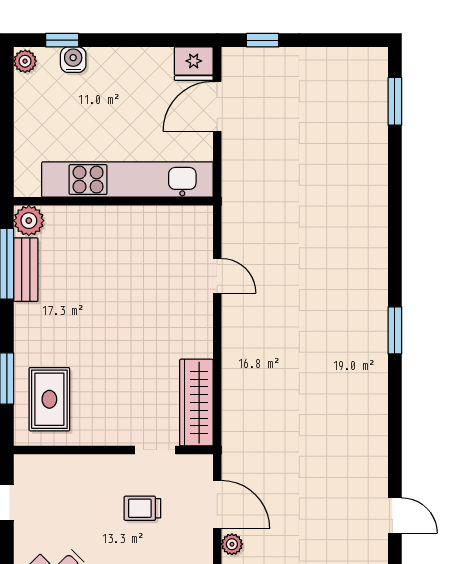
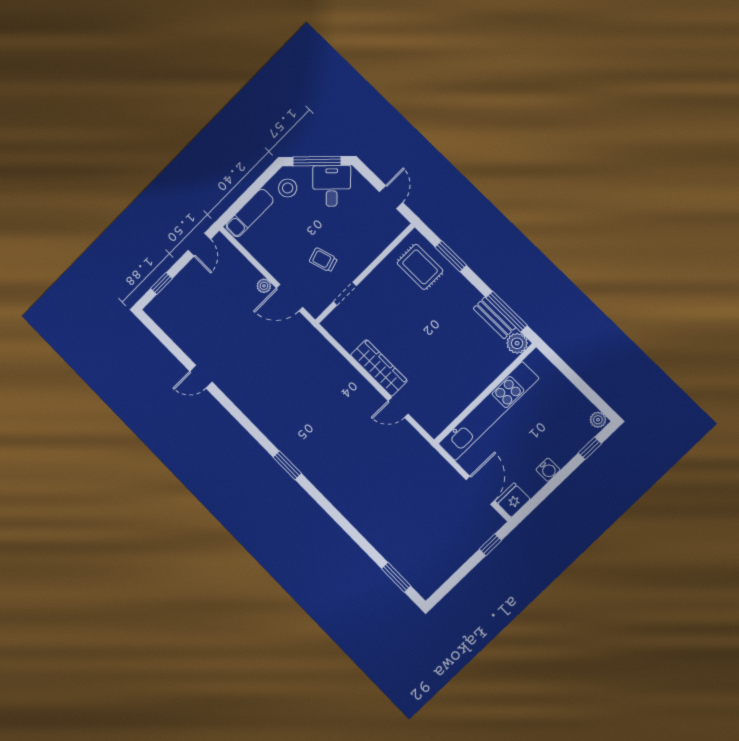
water cooler: (73, 60) -> (548, 470), moved
wardrobe: (196, 403) -> (379, 368), moved
trolley: (142, 508) -> (323, 260), turned -107

